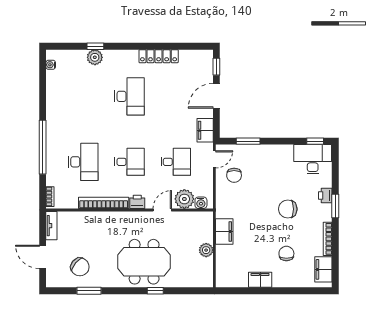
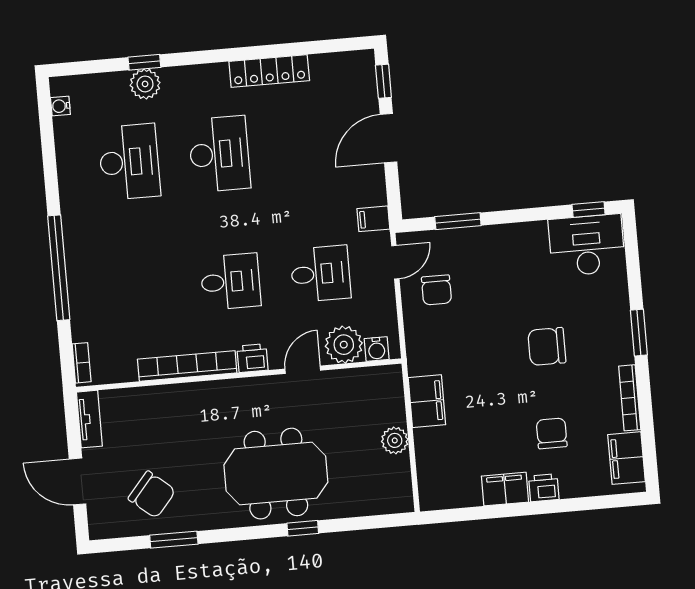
filing cabinet: (205, 130) -> (373, 219), width x0.50
desk: (83, 162) -> (129, 162), moved
printer: (325, 196) -> (544, 488), moved, turned 90

